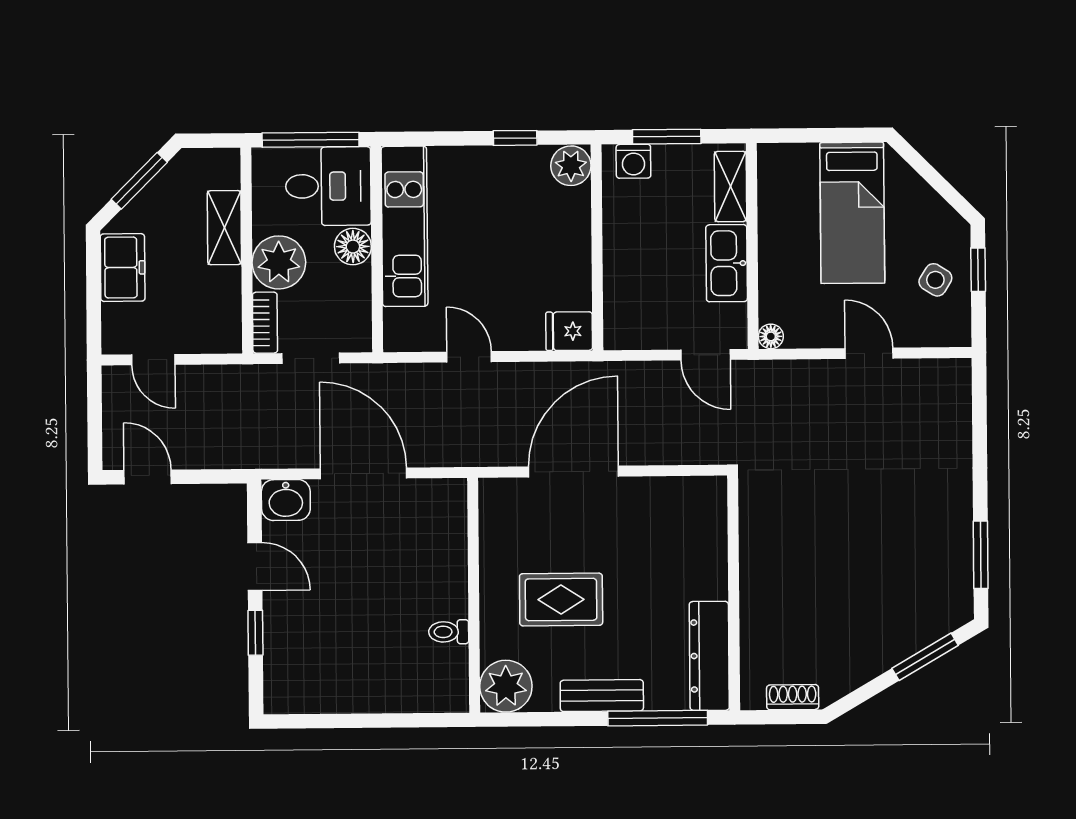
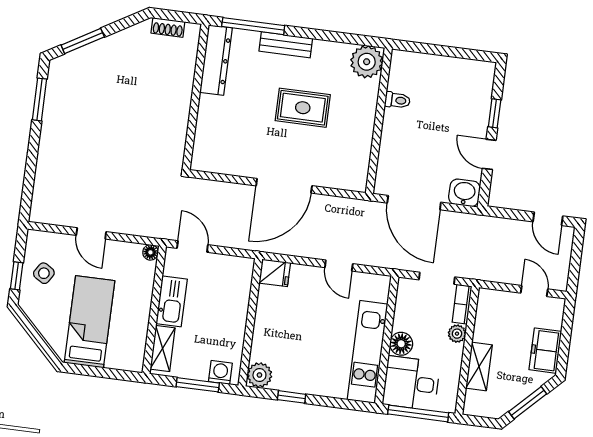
plant: (279, 262) -> (457, 334), width x0.53, depth x0.53
wall: (474, 595) -> (379, 121), moved
toilet: (449, 632) -> (397, 100), moved
plant: (506, 686) -> (367, 62), moved

